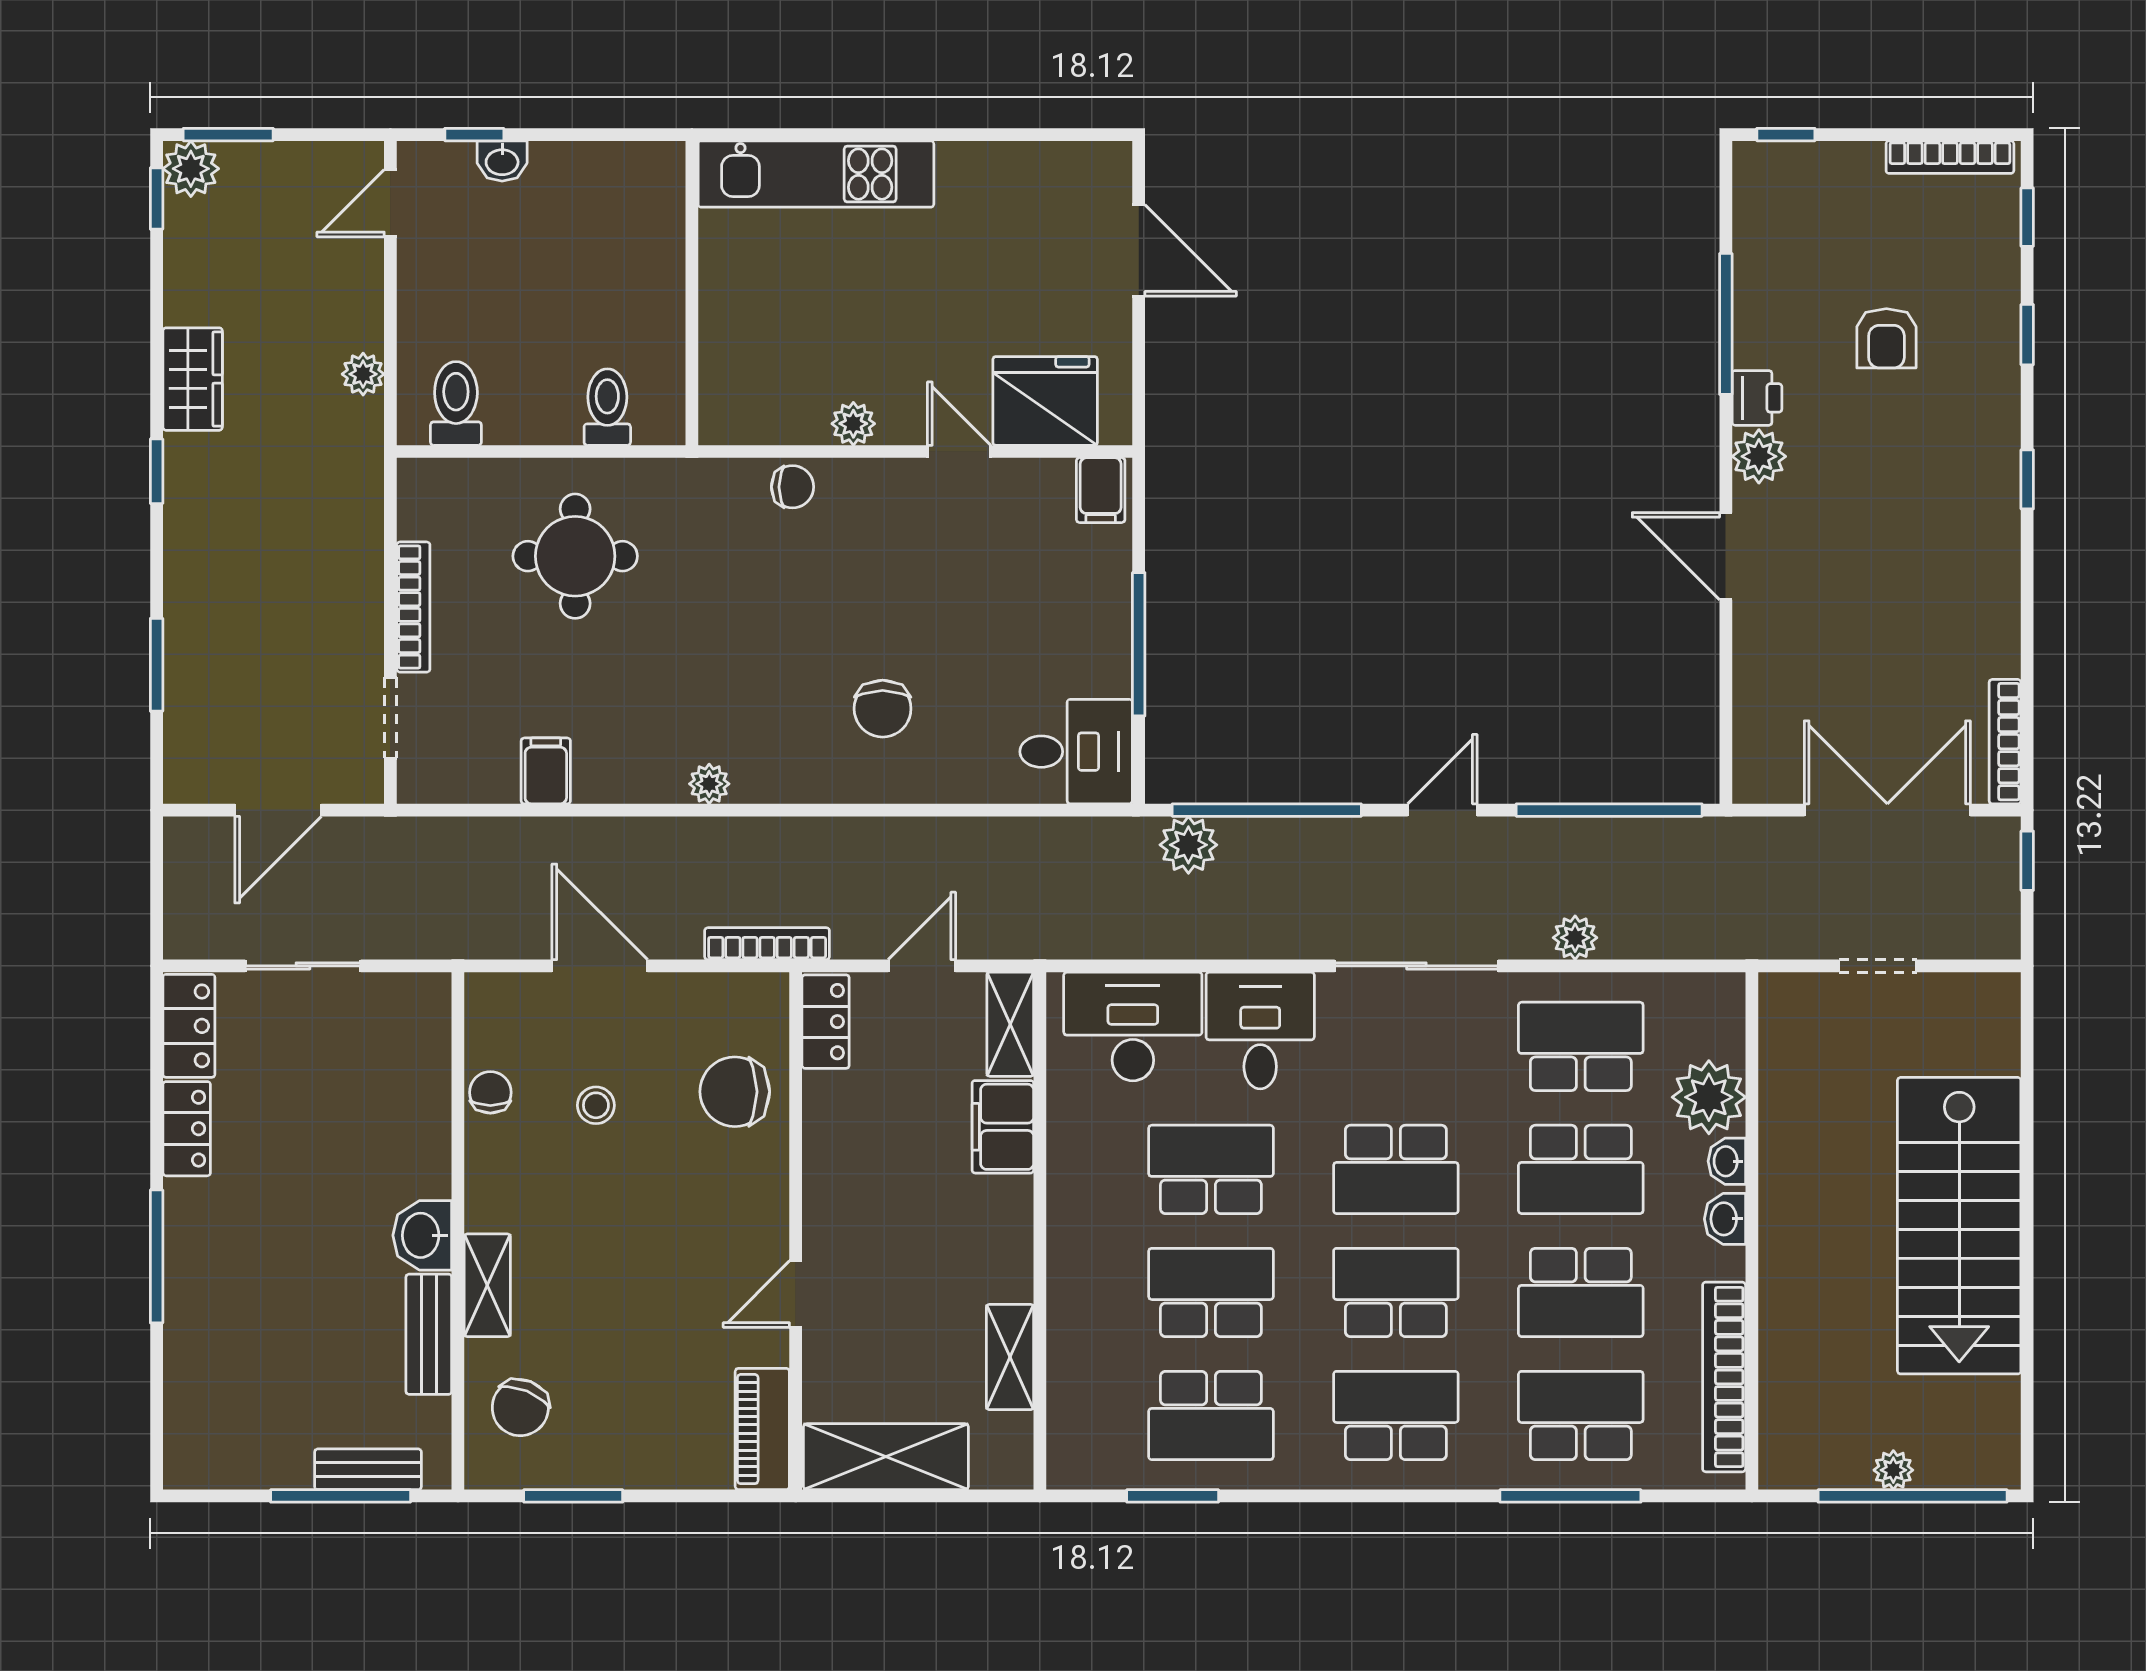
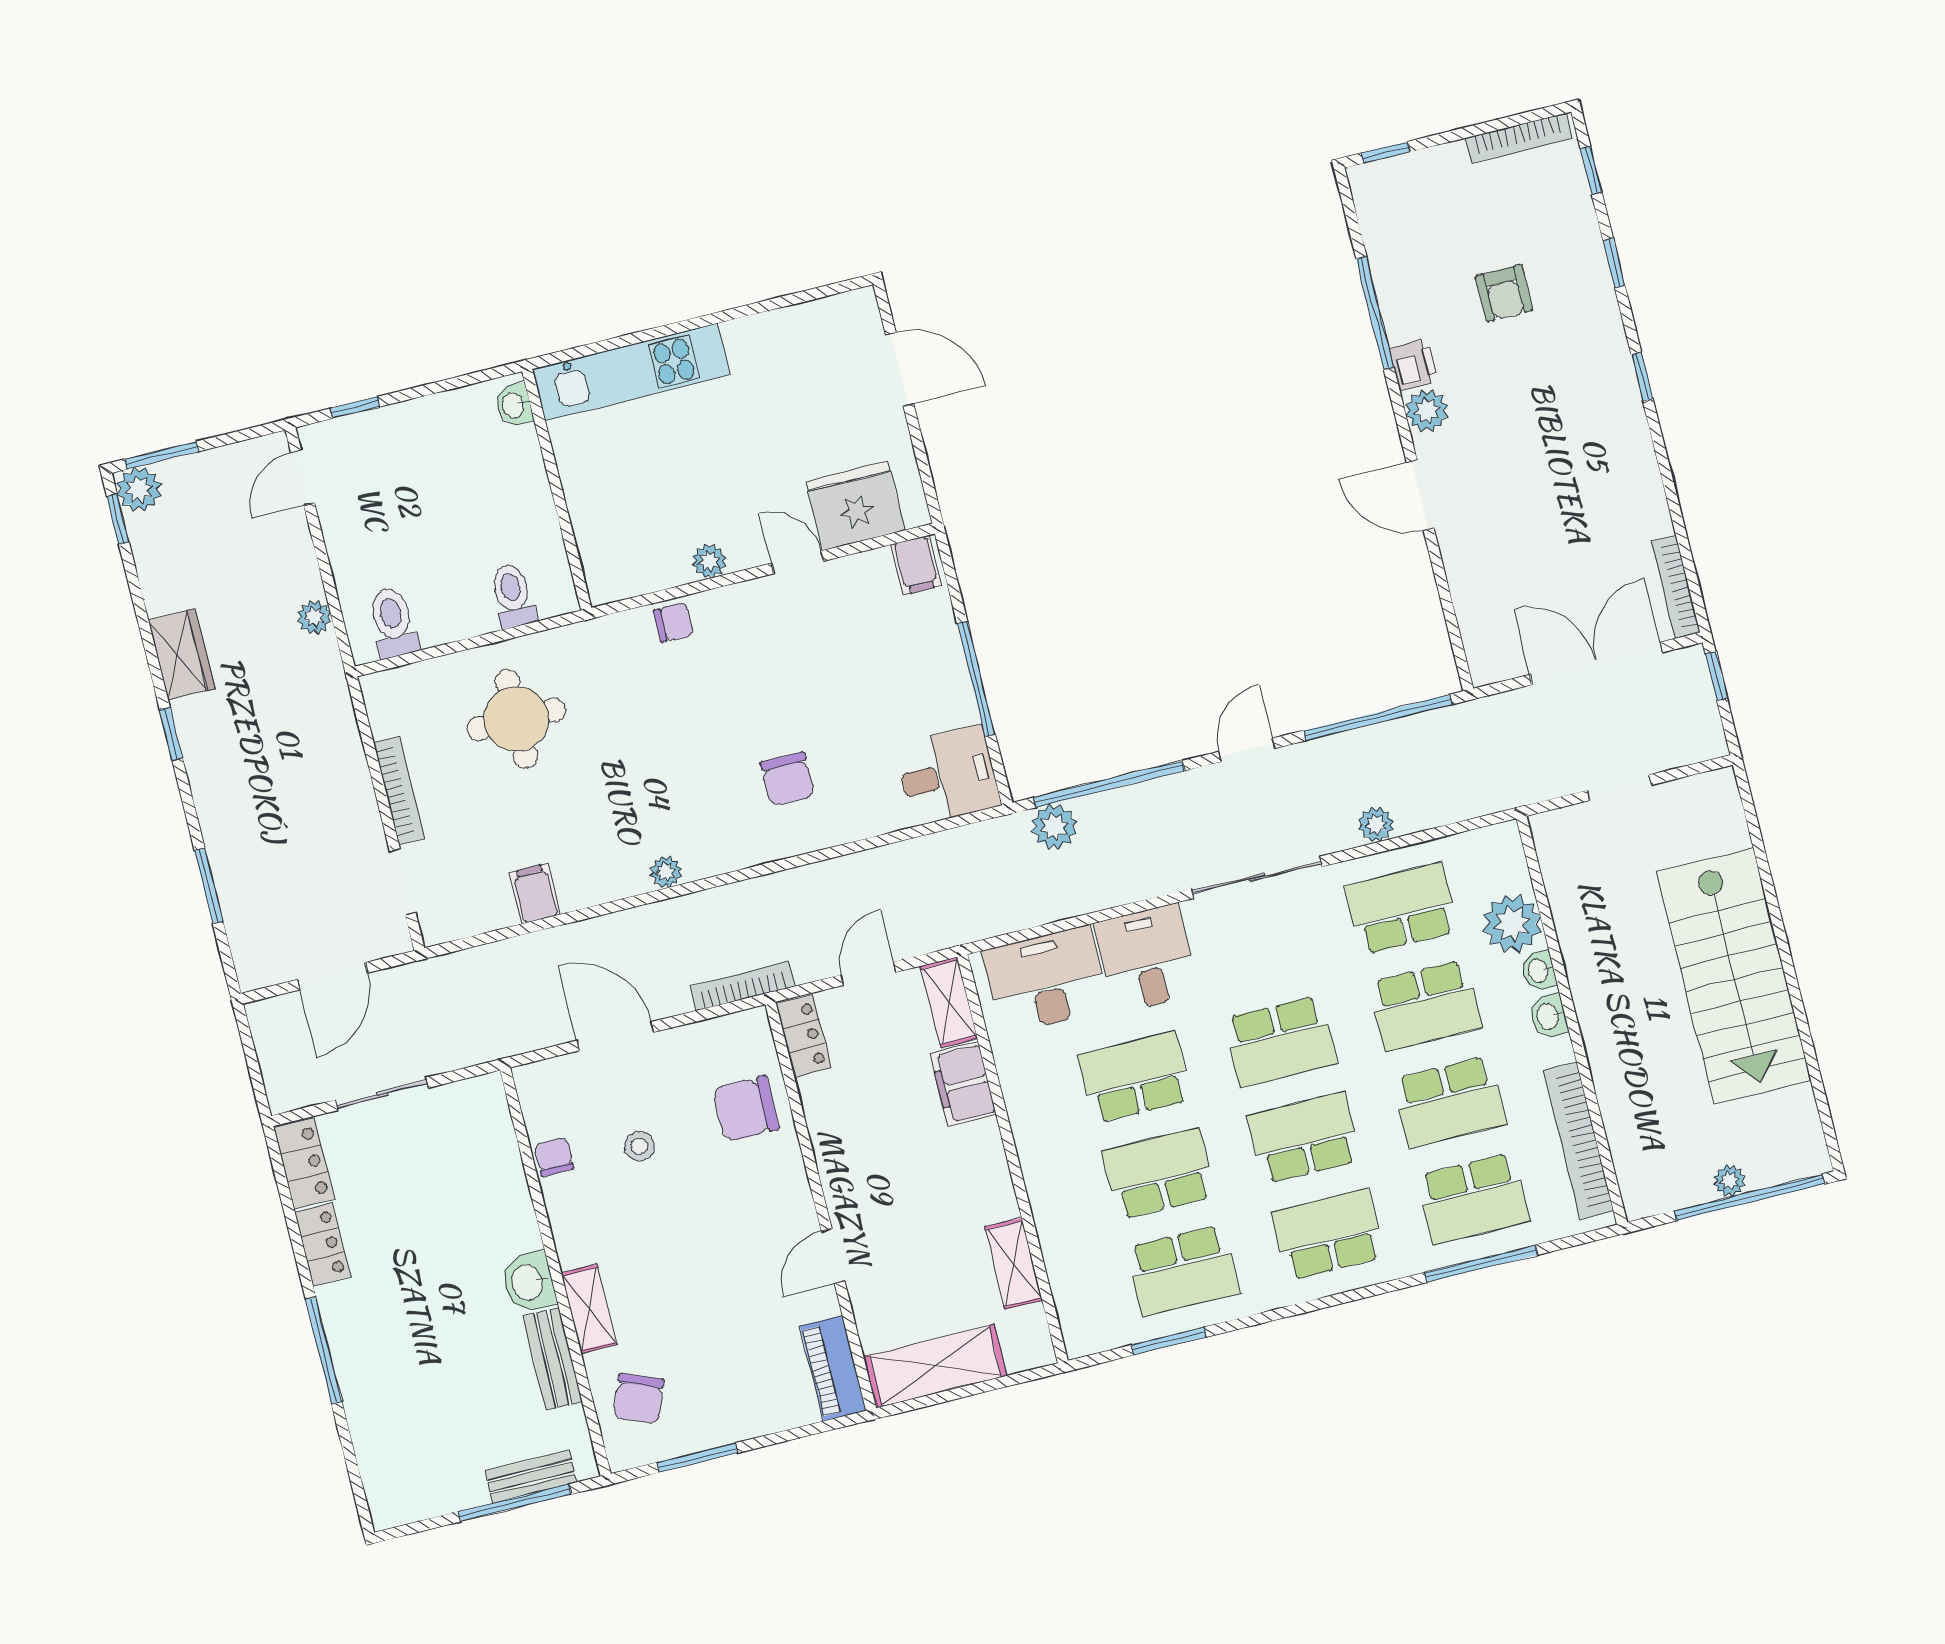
washbasin: (502, 161) -> (514, 405), moved, turned 90
school desk: (1581, 1415) -> (1473, 1199), turned 180

